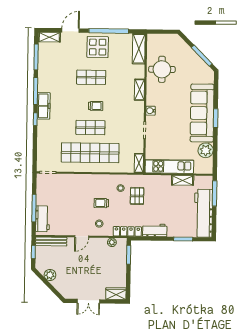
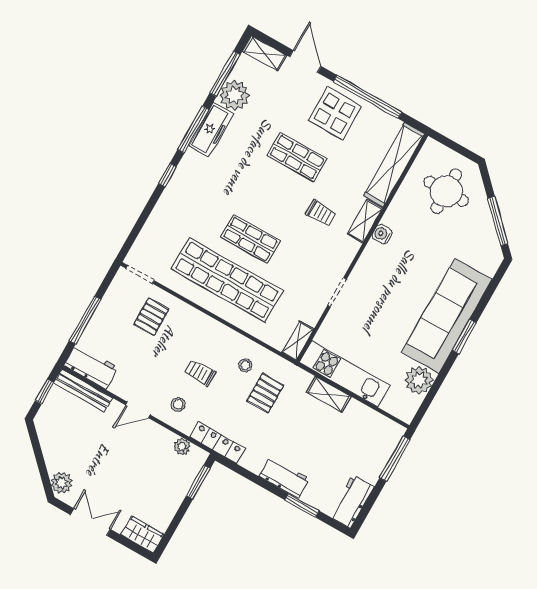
door: (71, 30) -> (305, 61), hinge flipped
shelving: (139, 49) -> (394, 165), width x1.47
plant: (46, 64) -> (234, 95), added
round table: (162, 69) -> (446, 191), moved
freezer: (44, 106) -> (211, 130), moved
trolley: (96, 106) -> (321, 213), moved
water cooler: (151, 111) -> (382, 234), moved
shelving: (183, 180) -> (329, 394), moved
pallet: (64, 189) -> (151, 317), added
workbench: (203, 213) -> (352, 502), width x0.53, depth x0.76
workbench: (43, 219) -> (91, 367), moved, turned -90
workbench: (155, 230) -> (284, 477), moved
plant: (50, 275) -> (62, 483), moved
double door: (88, 301) -> (90, 522), swing flipped

